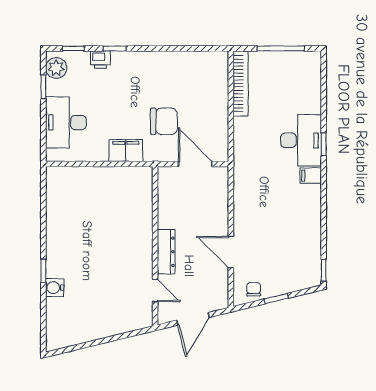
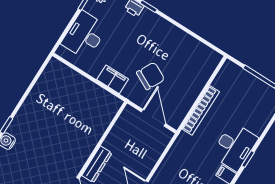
bookcase: (241, 83) -> (201, 110), moved
chair: (164, 121) -> (151, 76), turned -63

